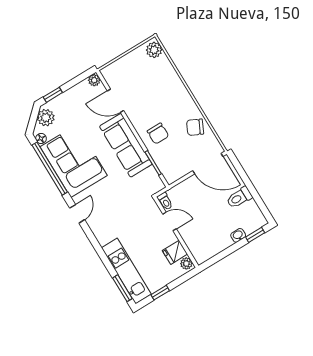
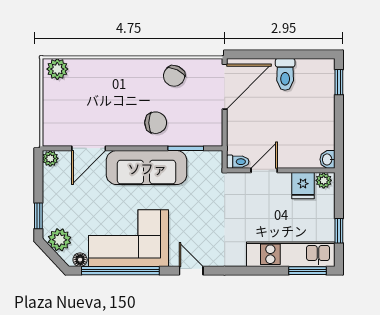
washbasin: (238, 235) -> (328, 159), moved

